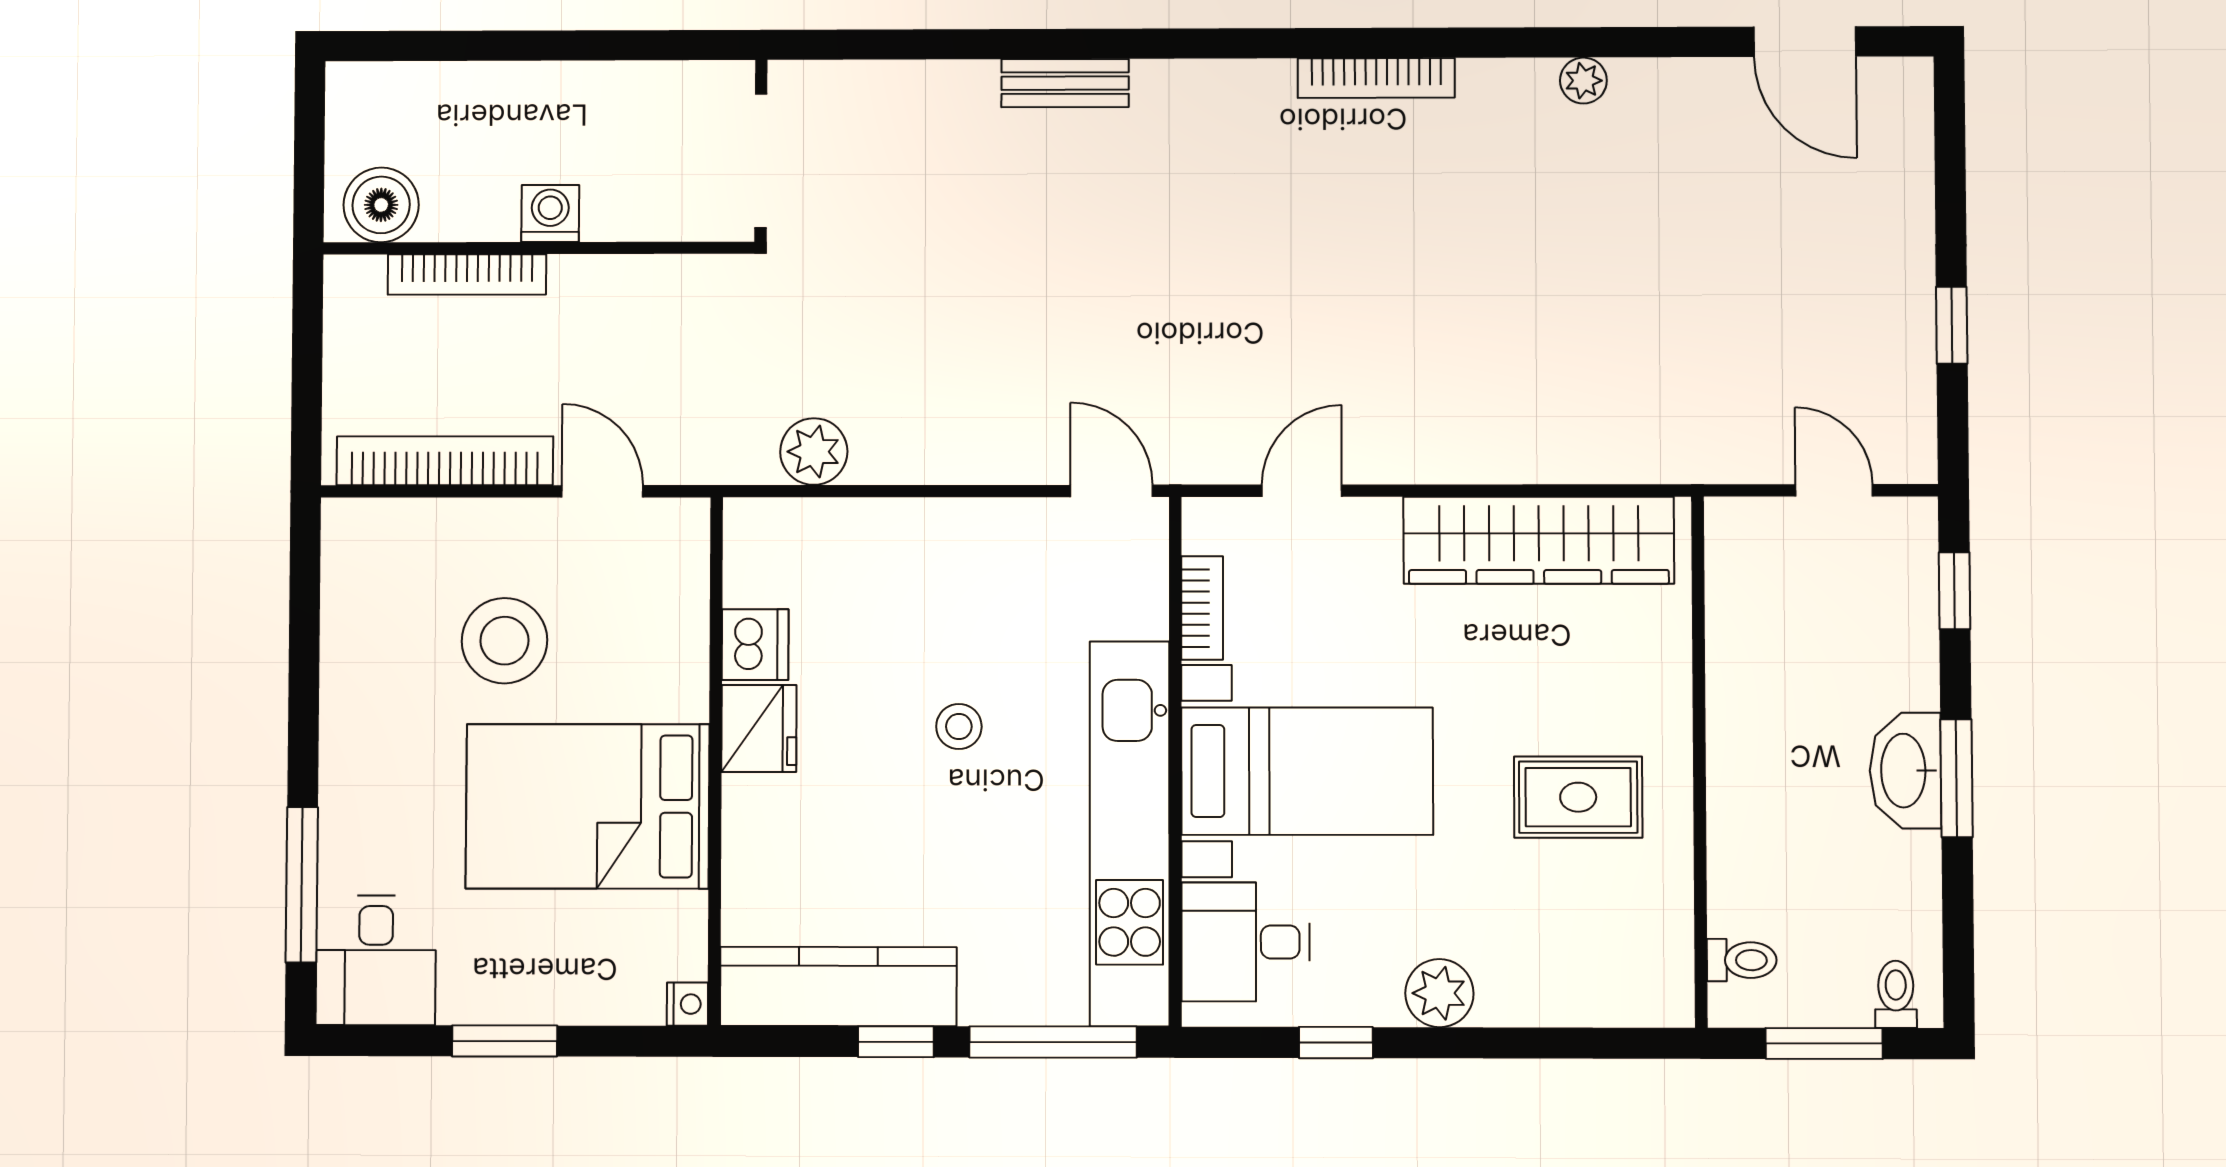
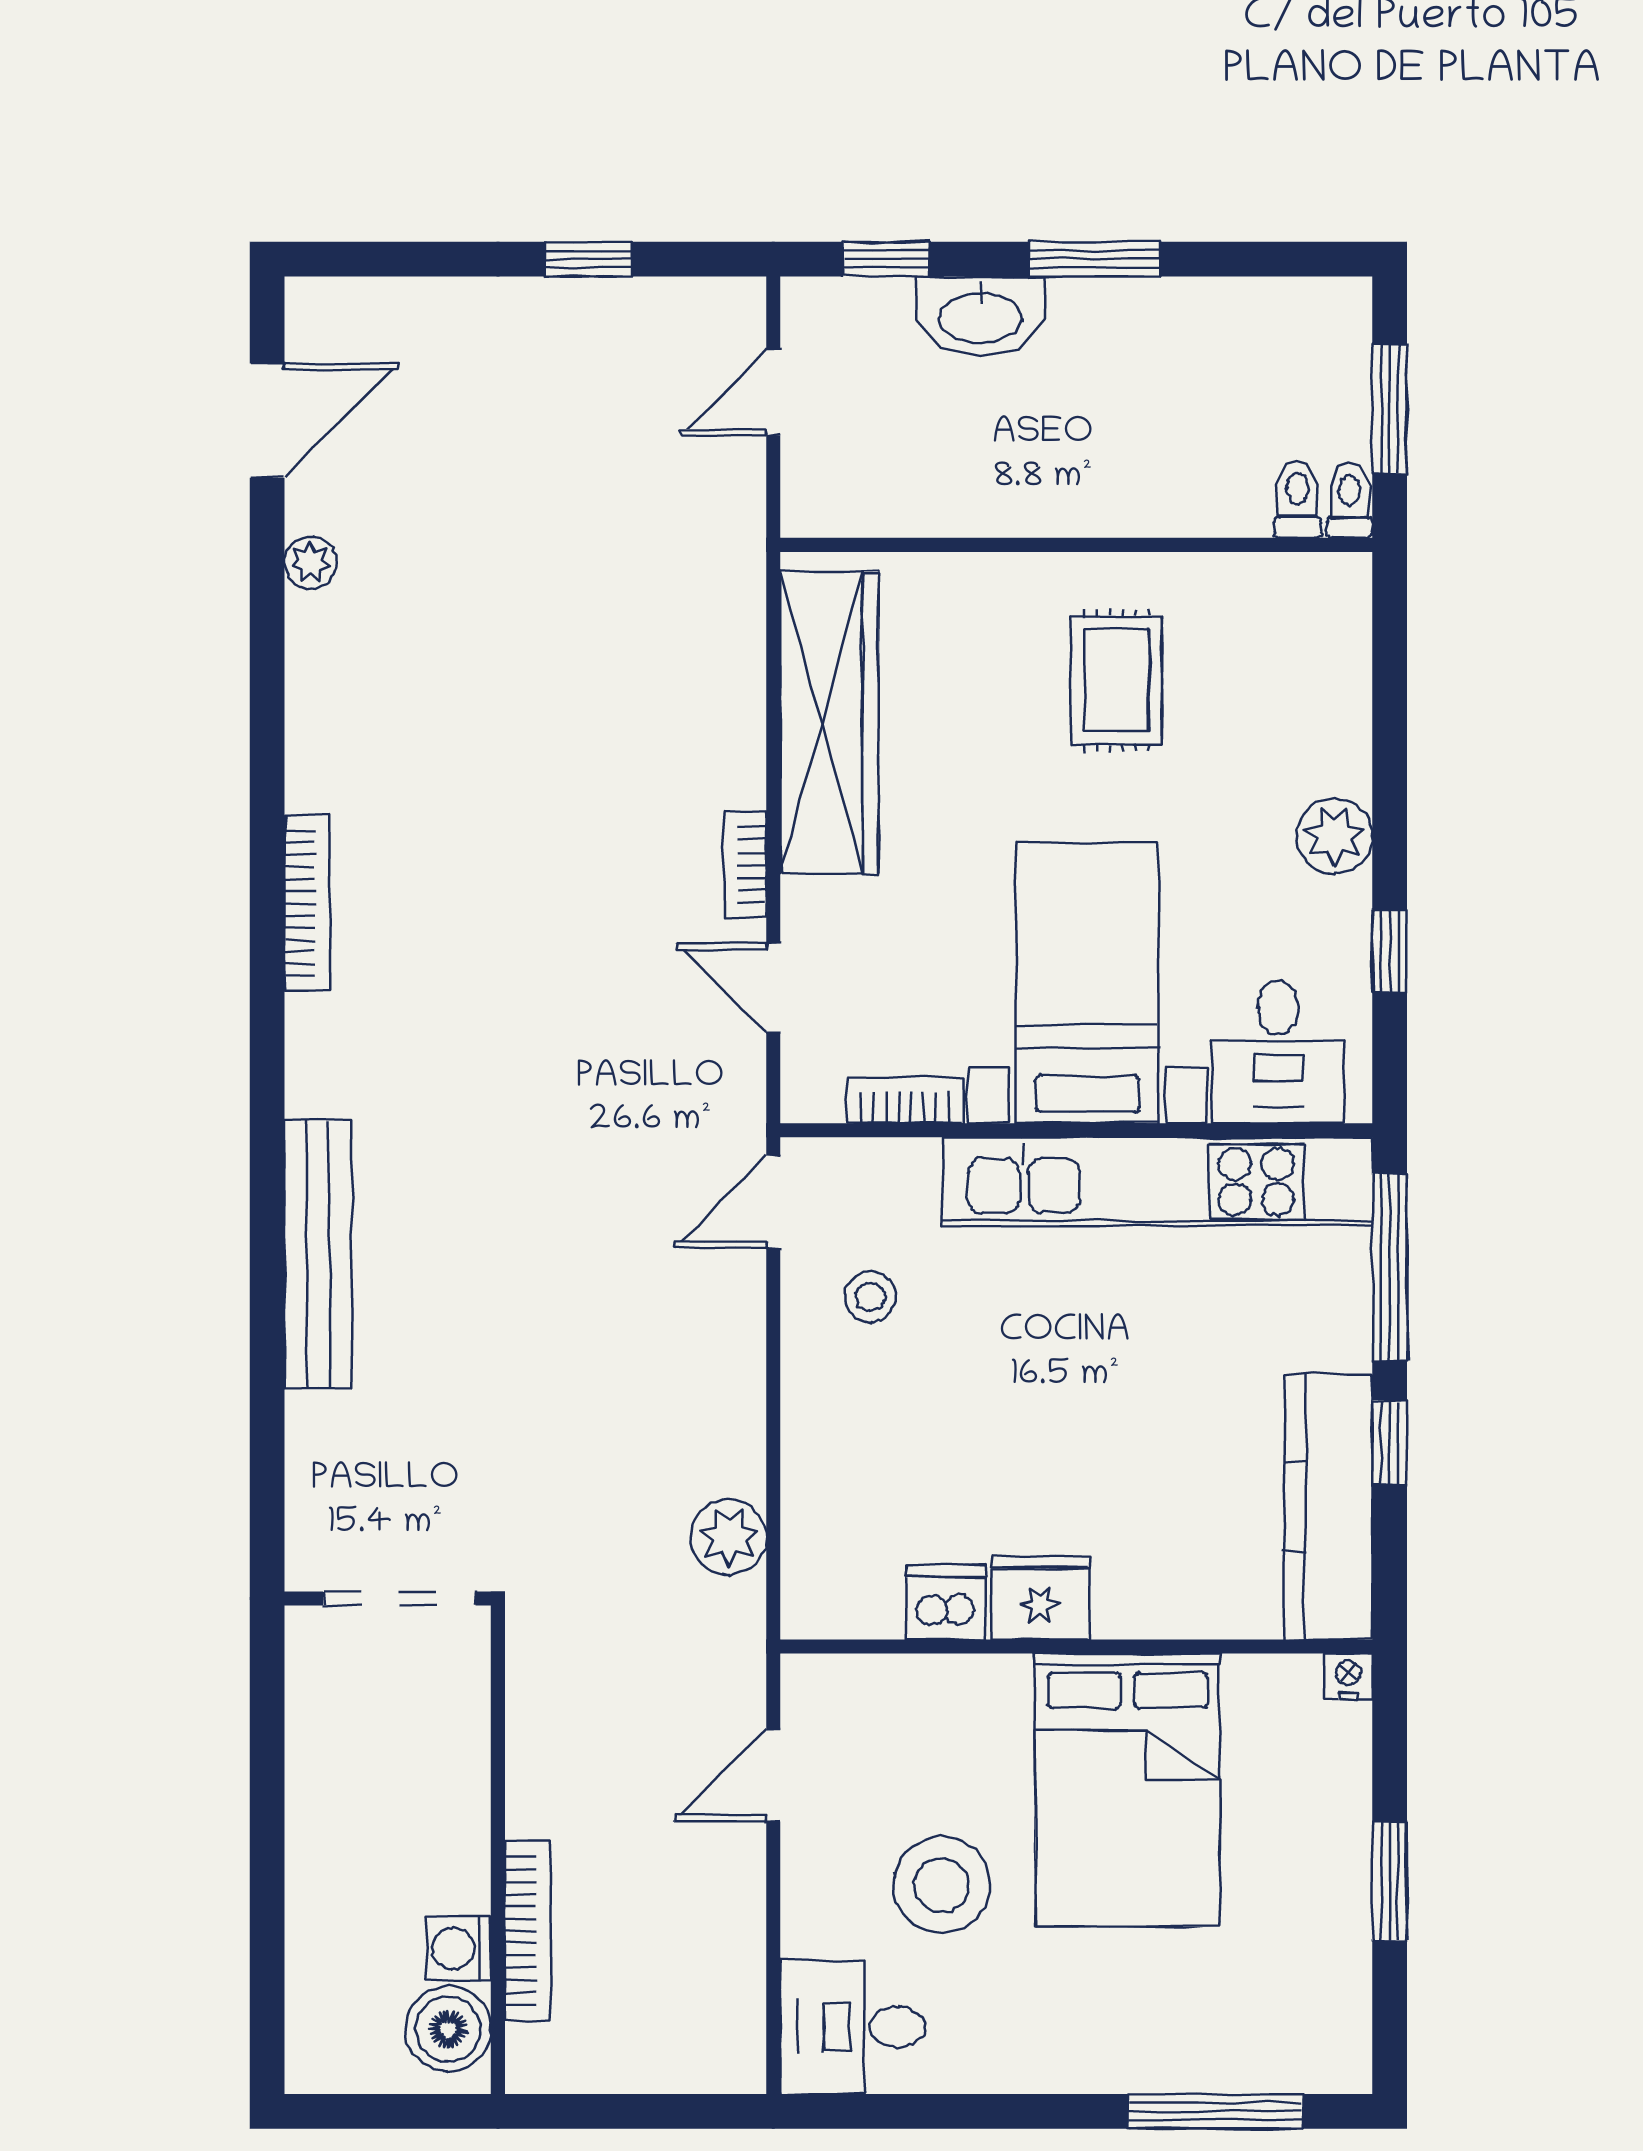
plant: (1583, 81) -> (311, 562), moved
bench: (1065, 83) -> (318, 1254), width x1.86, depth x1.21
washing machine: (550, 213) -> (459, 1948), moved
bookcase: (445, 461) -> (745, 865), moved, width x0.43, depth x0.76
stool: (959, 727) -> (870, 1297), moved
washbasin: (1905, 771) -> (980, 316), moved
desk: (376, 960) -> (853, 2027), moved, turned 180
toilet: (1896, 994) -> (1349, 501), moved, turned 90

